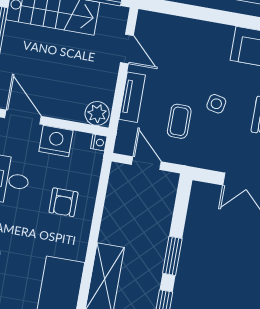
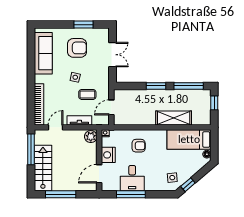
bookcase: (177, 25) -> (39, 104), added

